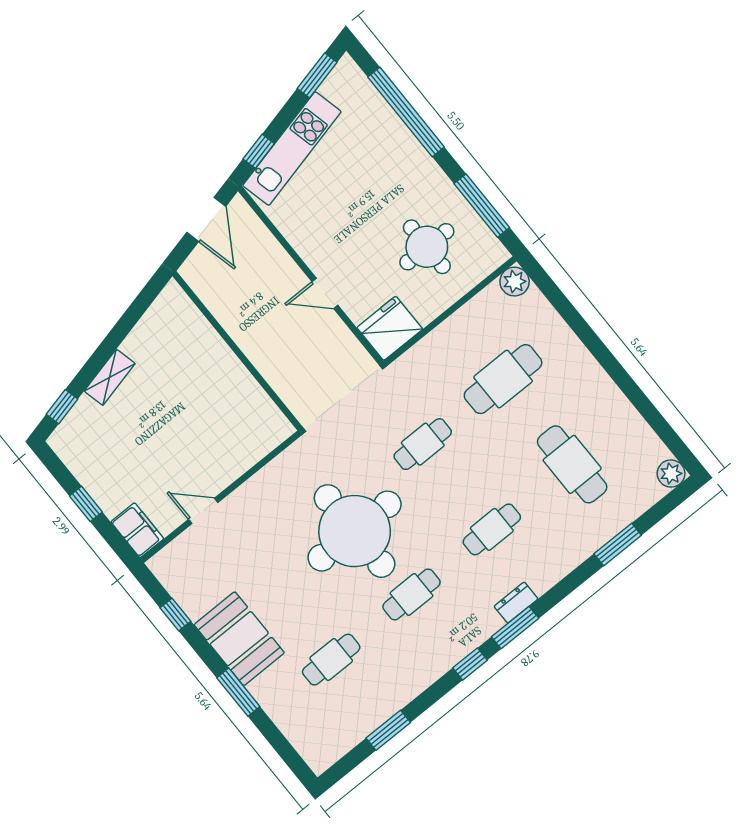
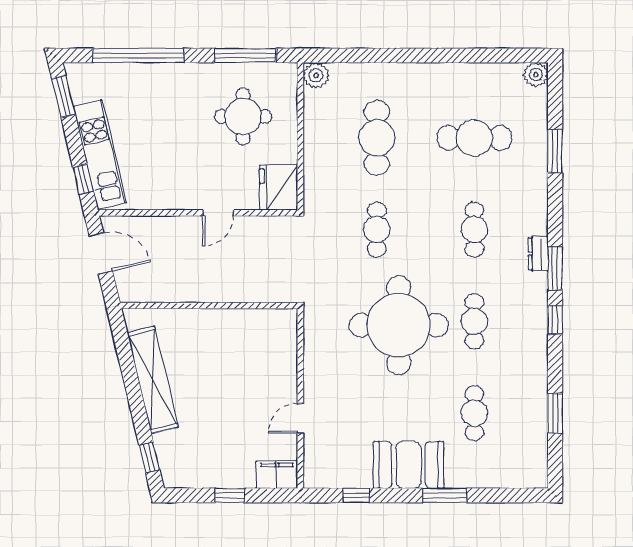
shelving: (110, 377) -> (153, 380), width x2.20, depth x1.33

